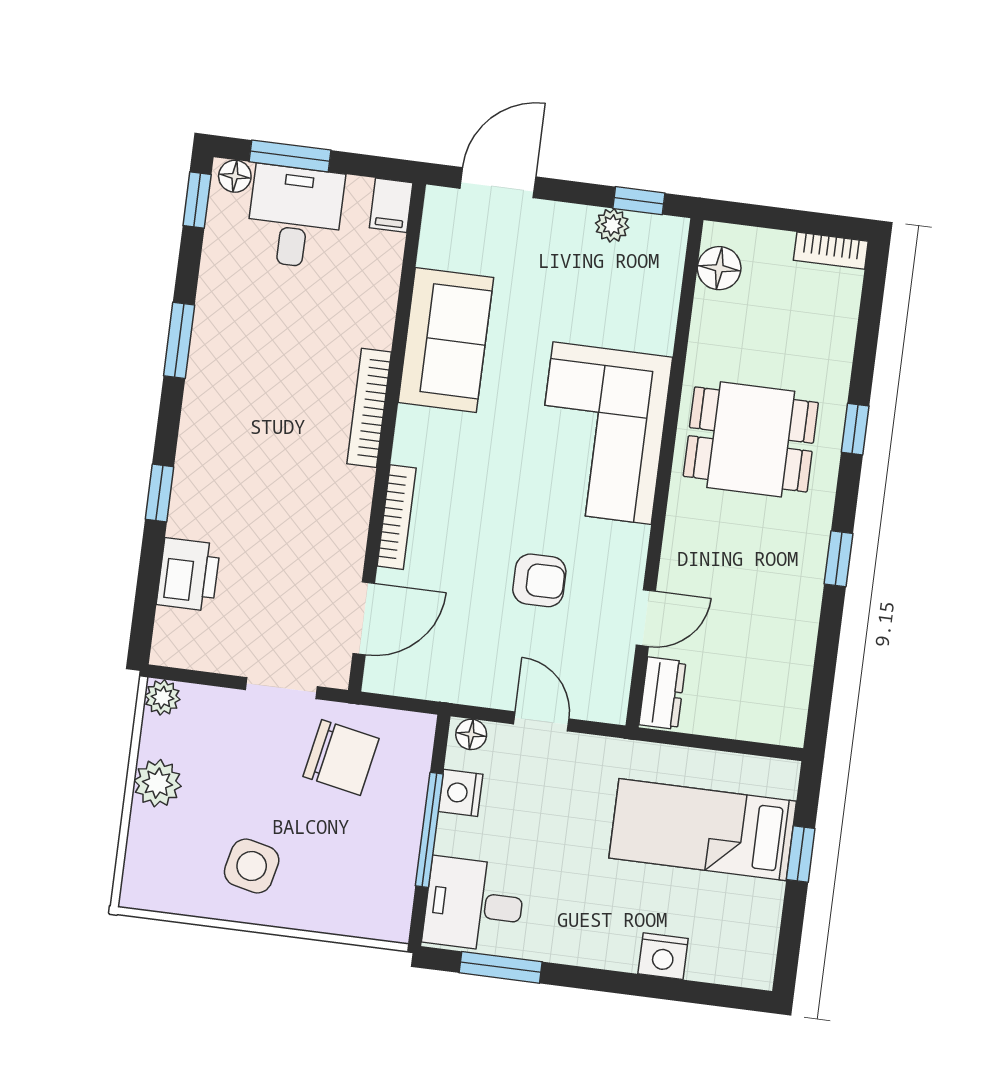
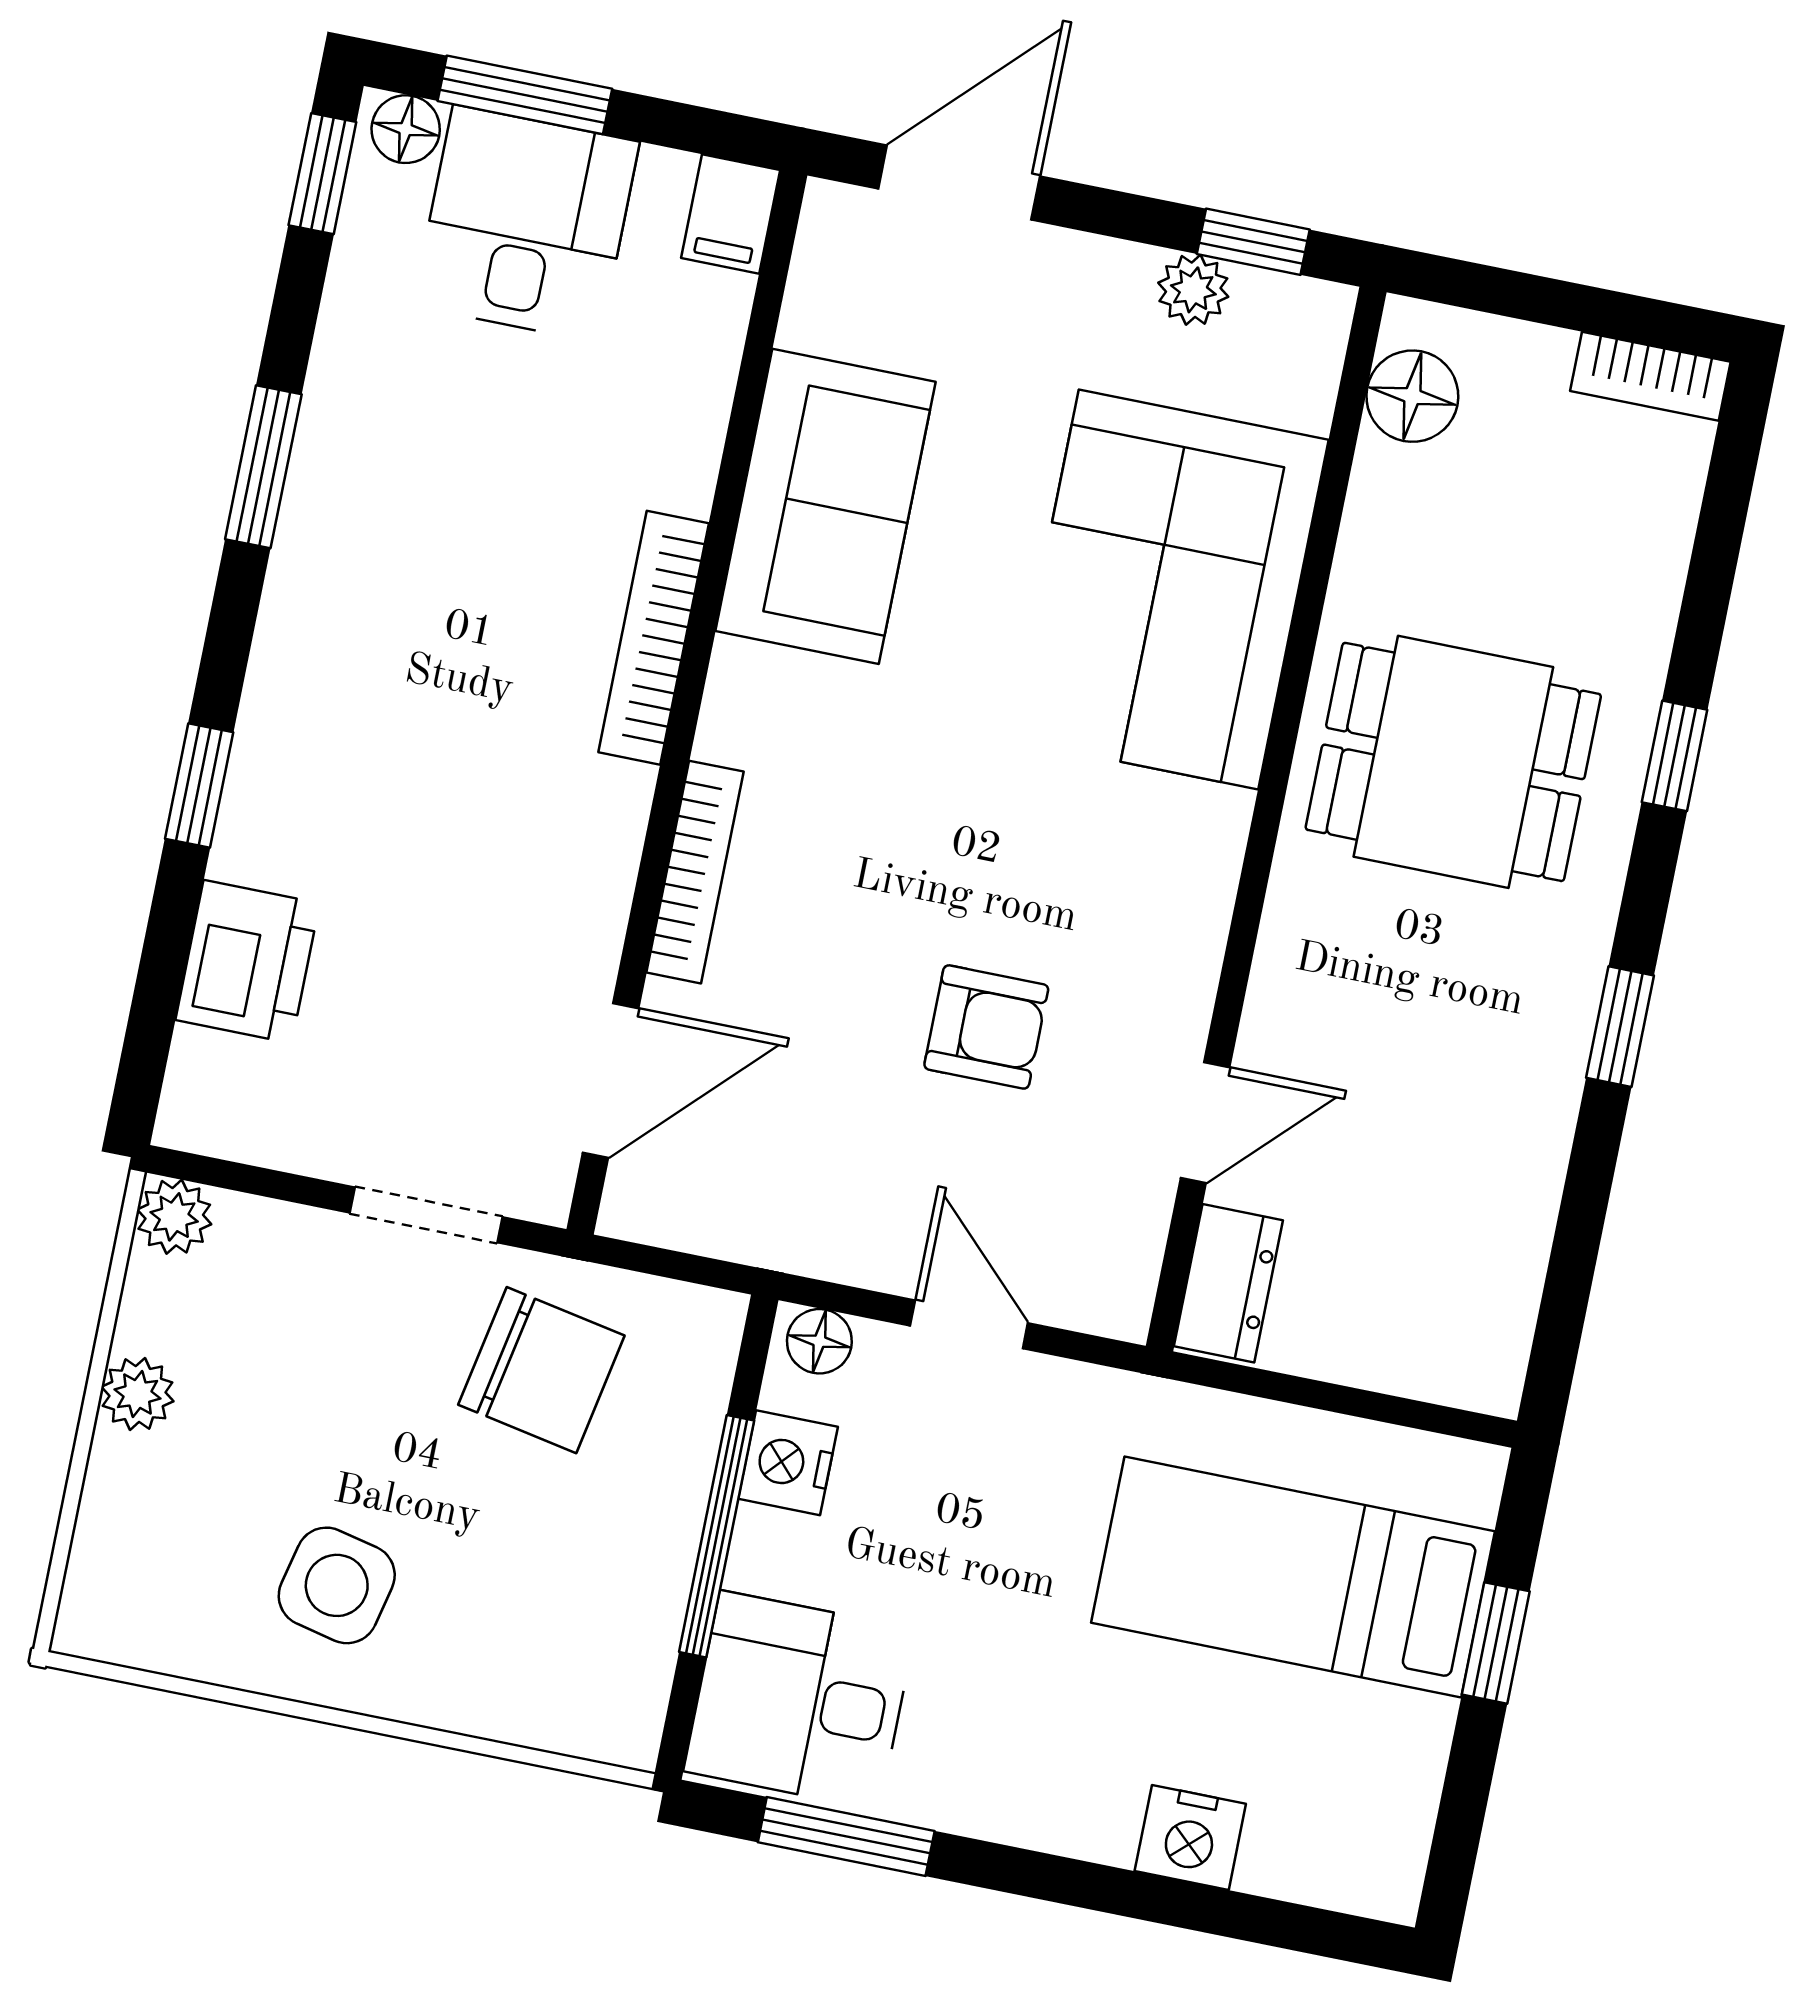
corner sofa: (602, 433) -> (1168, 589), moved
plant: (158, 783) -> (137, 1394), width x0.73, depth x0.73

